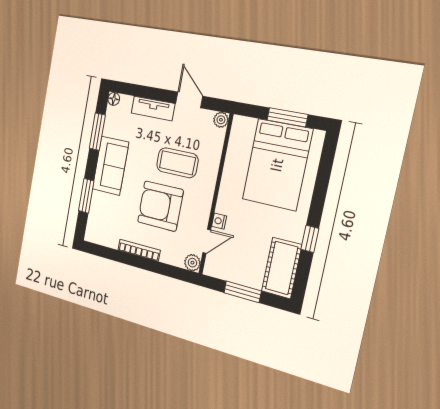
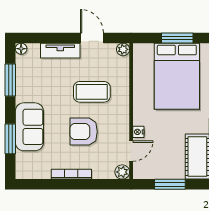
sofa: (110, 166) -> (29, 127), moved
armchair: (160, 206) -> (84, 132), width x0.73, depth x0.73

